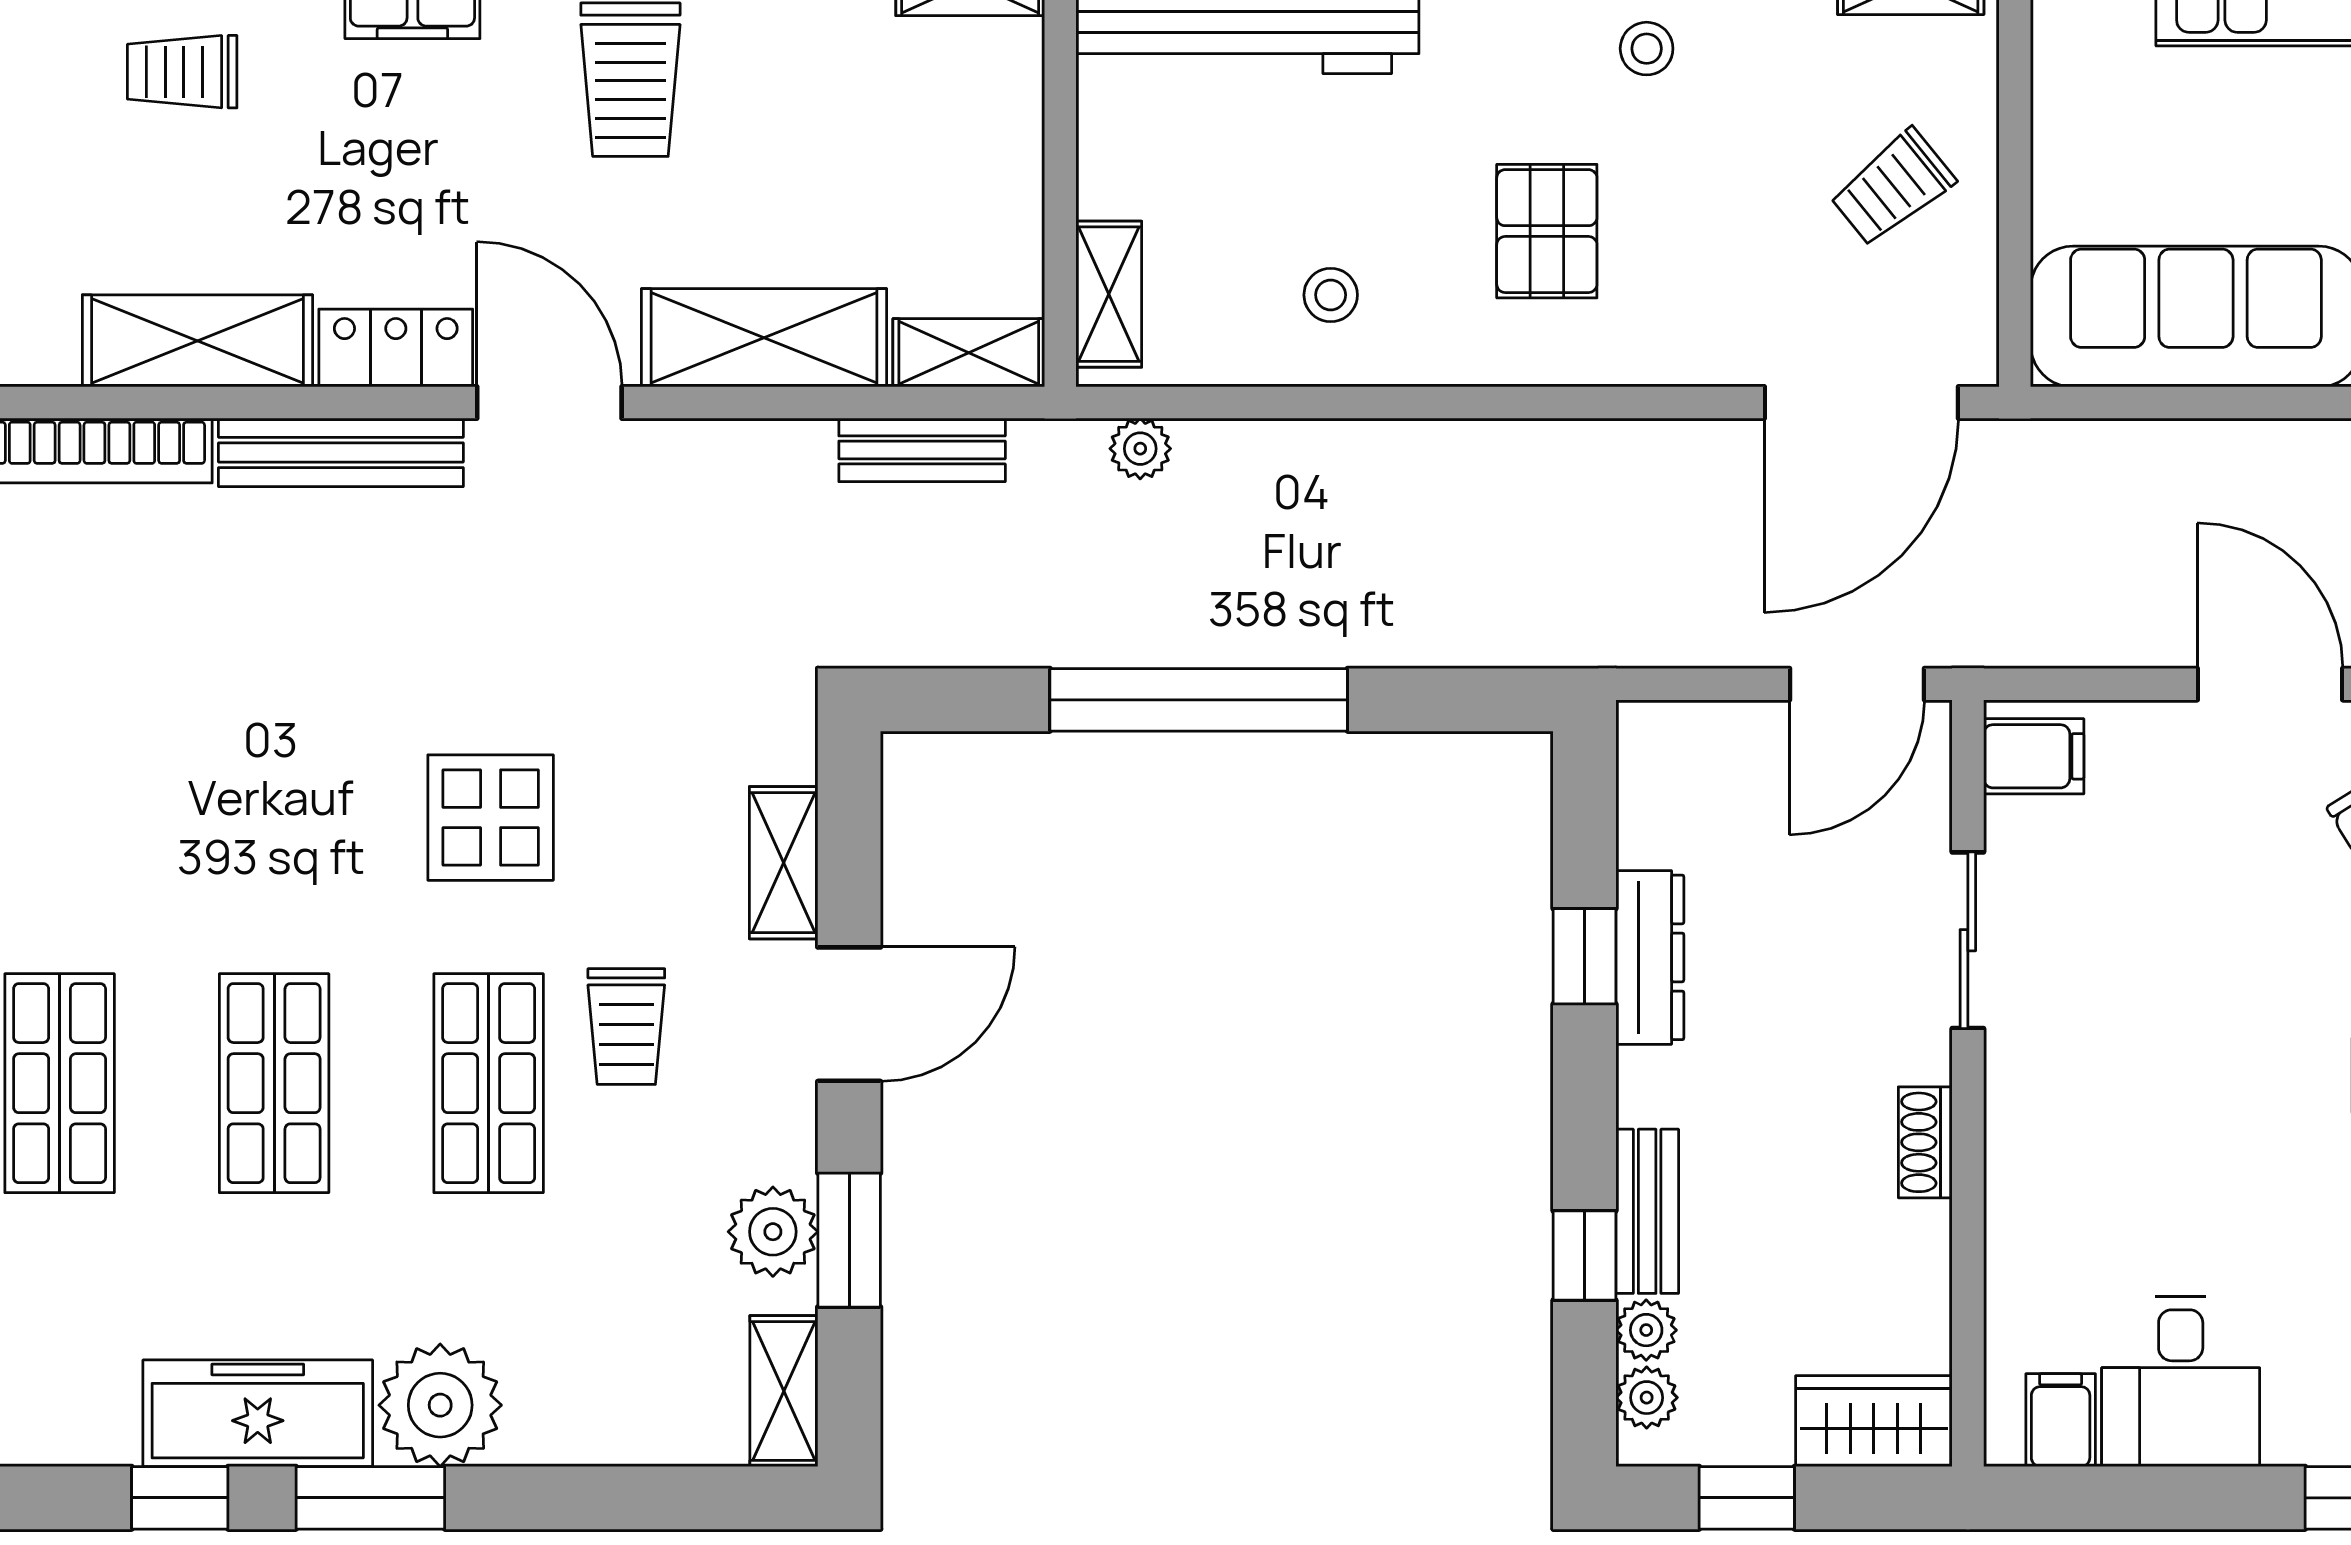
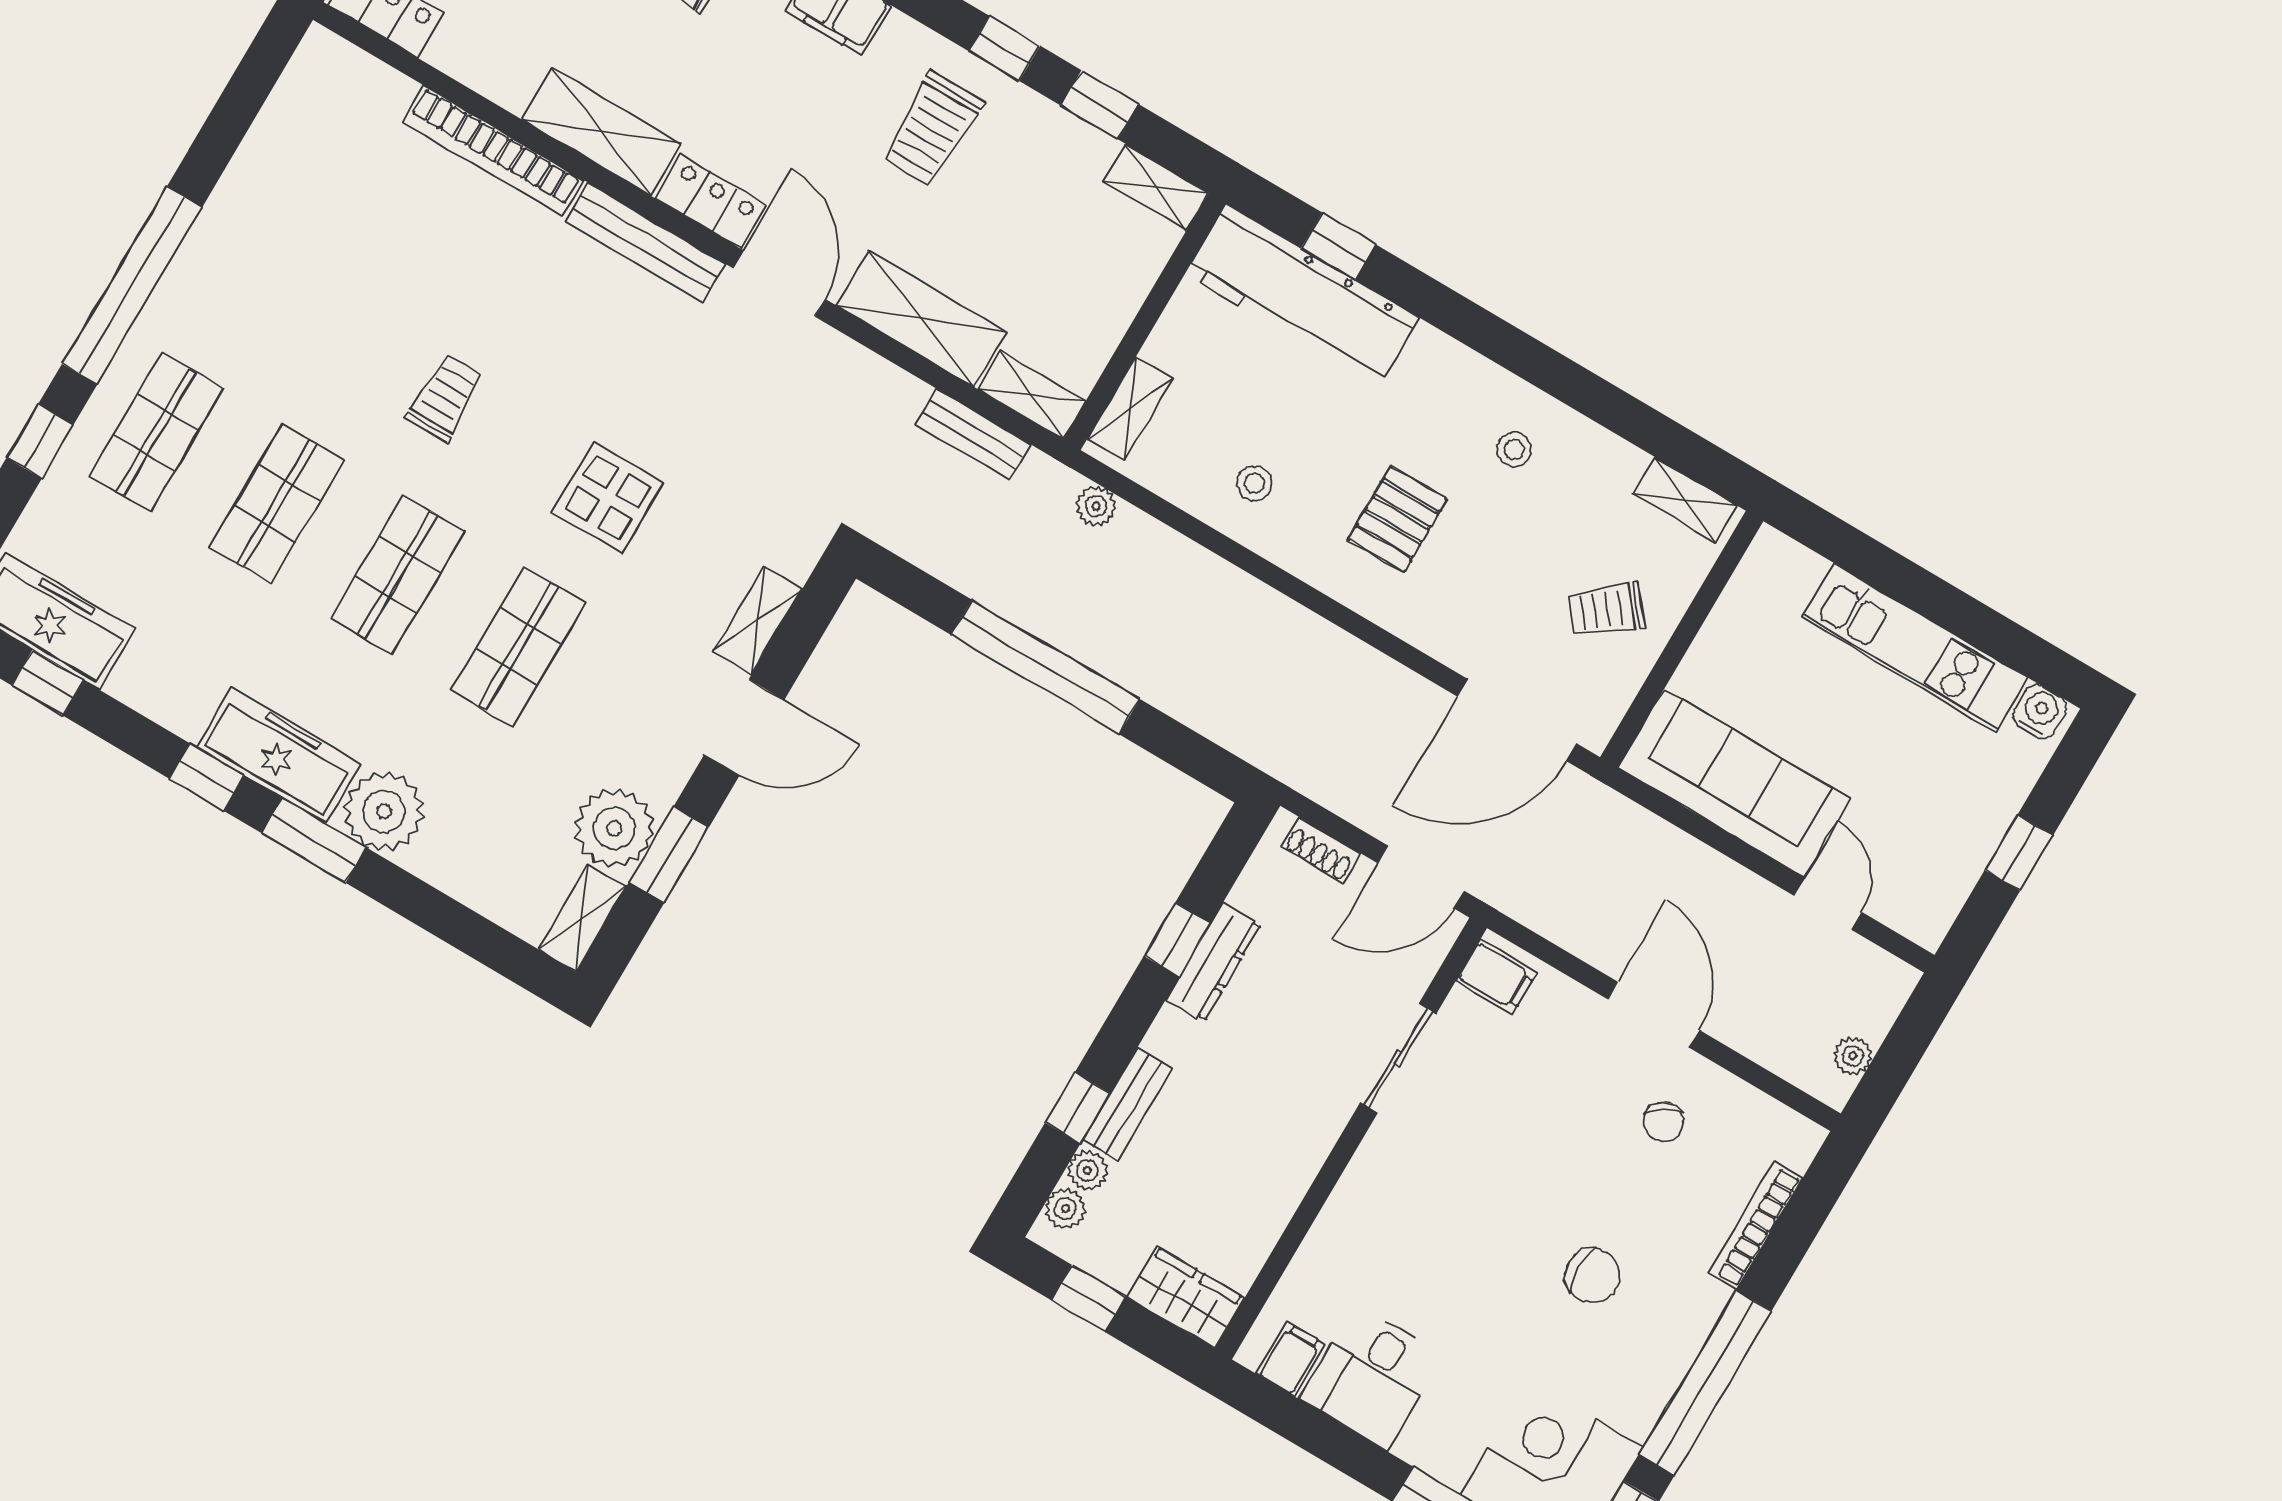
trolley: (626, 1027) -> (445, 398), moved, turned 180
shoe rack: (1925, 1142) -> (1321, 850), moved, turned -90
plant: (773, 1232) -> (614, 828), width x1.36, depth x1.36

